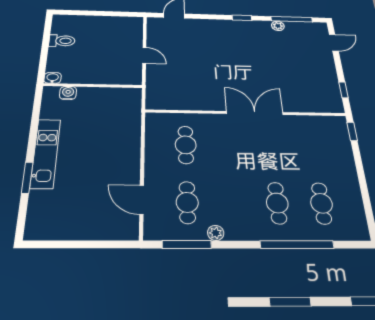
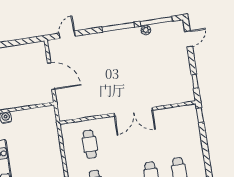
window: (242, 18) -> (118, 27), width x2.17
door: (144, 55) -> (51, 76), width x1.87
double door: (255, 113) -> (133, 112), swing flipped

